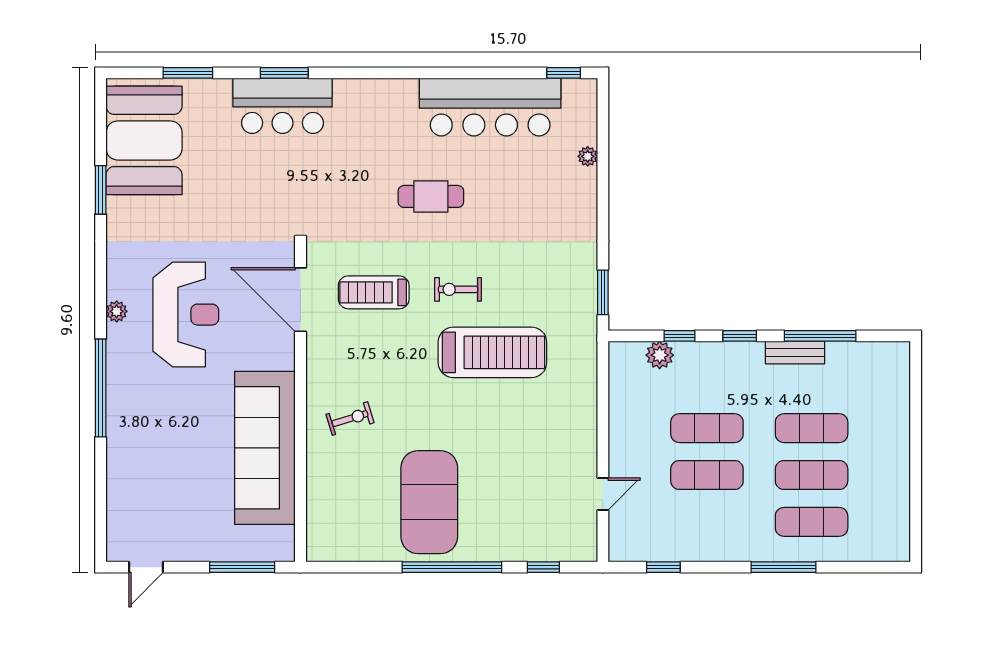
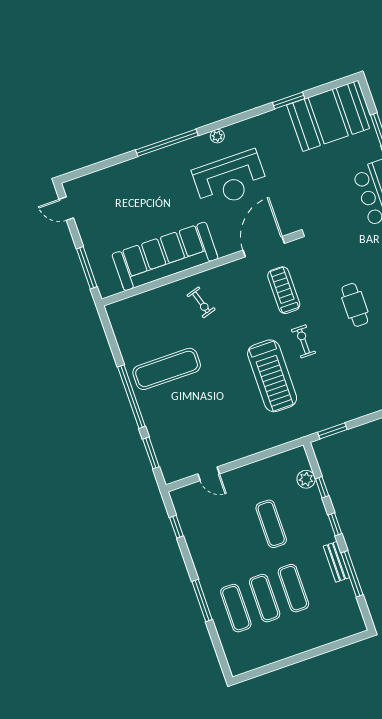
exercise mat: (707, 475) -> (242, 534), removed
exercise mat: (429, 502) -> (167, 369), width x0.68
window: (543, 567) -> (151, 453), width x1.50

